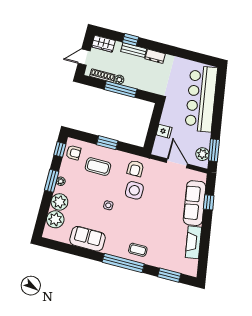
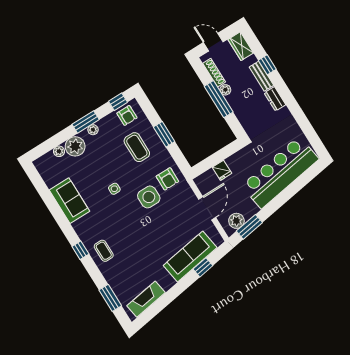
armchair: (135, 168) -> (167, 179), turned -90
plant: (55, 219) -> (59, 151), width x0.53, depth x0.53
fireplace: (193, 242) -> (146, 299), moved
window: (123, 263) -> (80, 250), width x0.32

